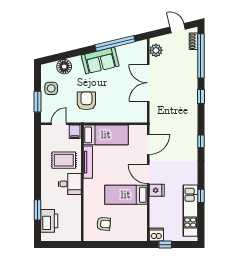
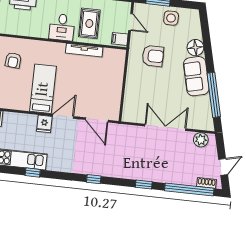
floor lamp: (64, 67) -> (195, 48), moved
bed: (106, 135) -> (112, 73), removed

